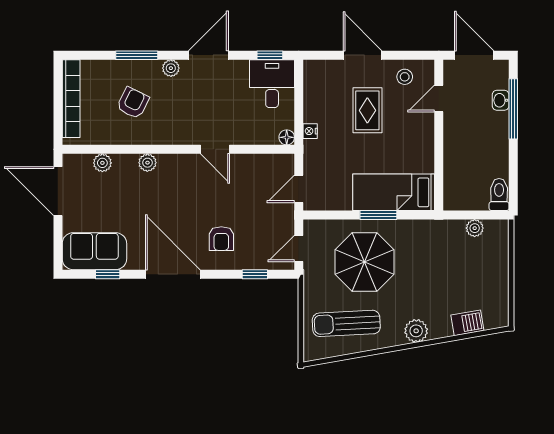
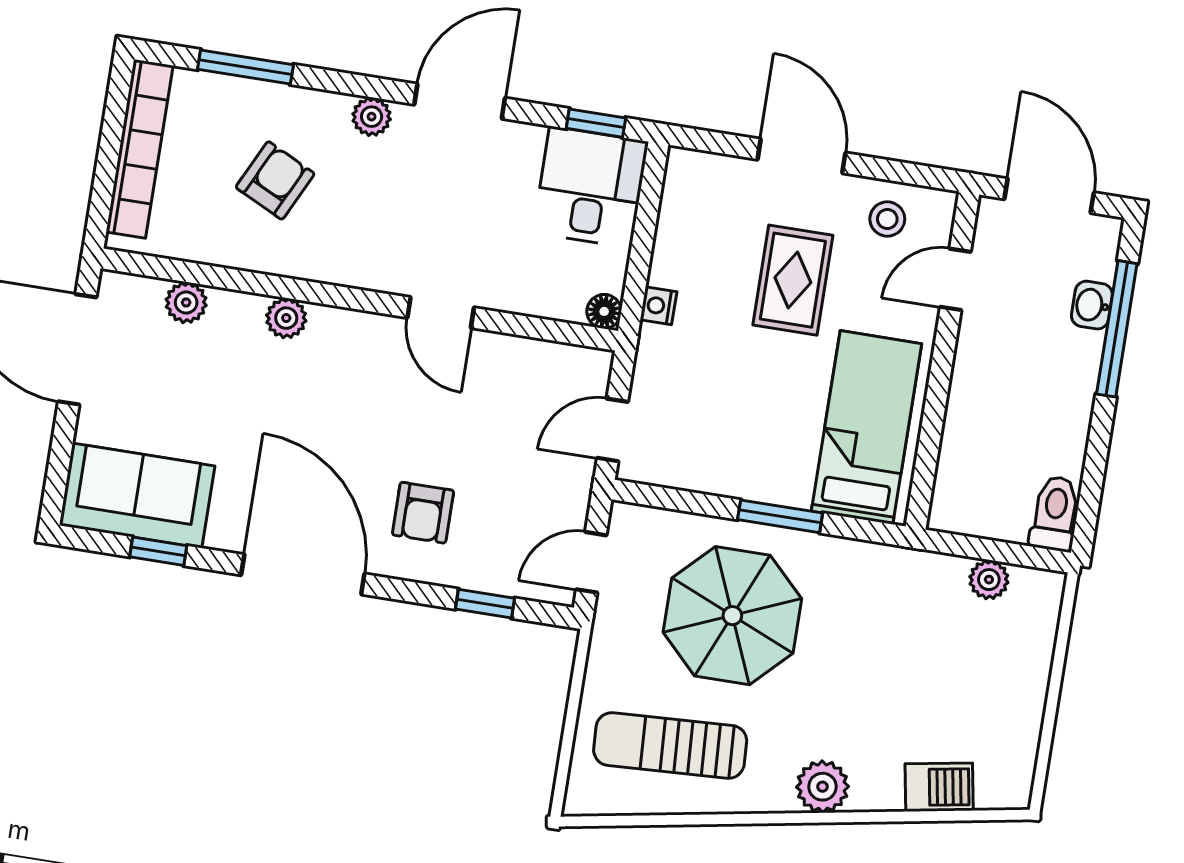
window: (137, 55) -> (245, 67), moved
bed: (394, 192) -> (866, 427), moved, turned 90

